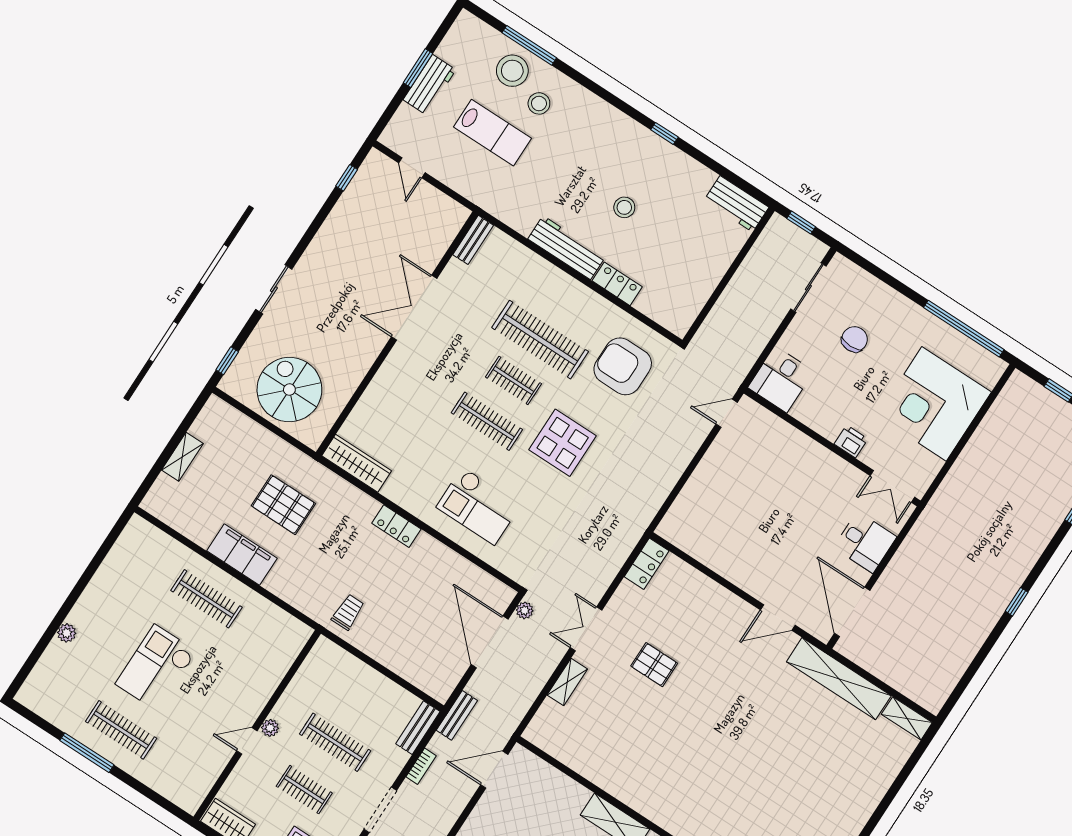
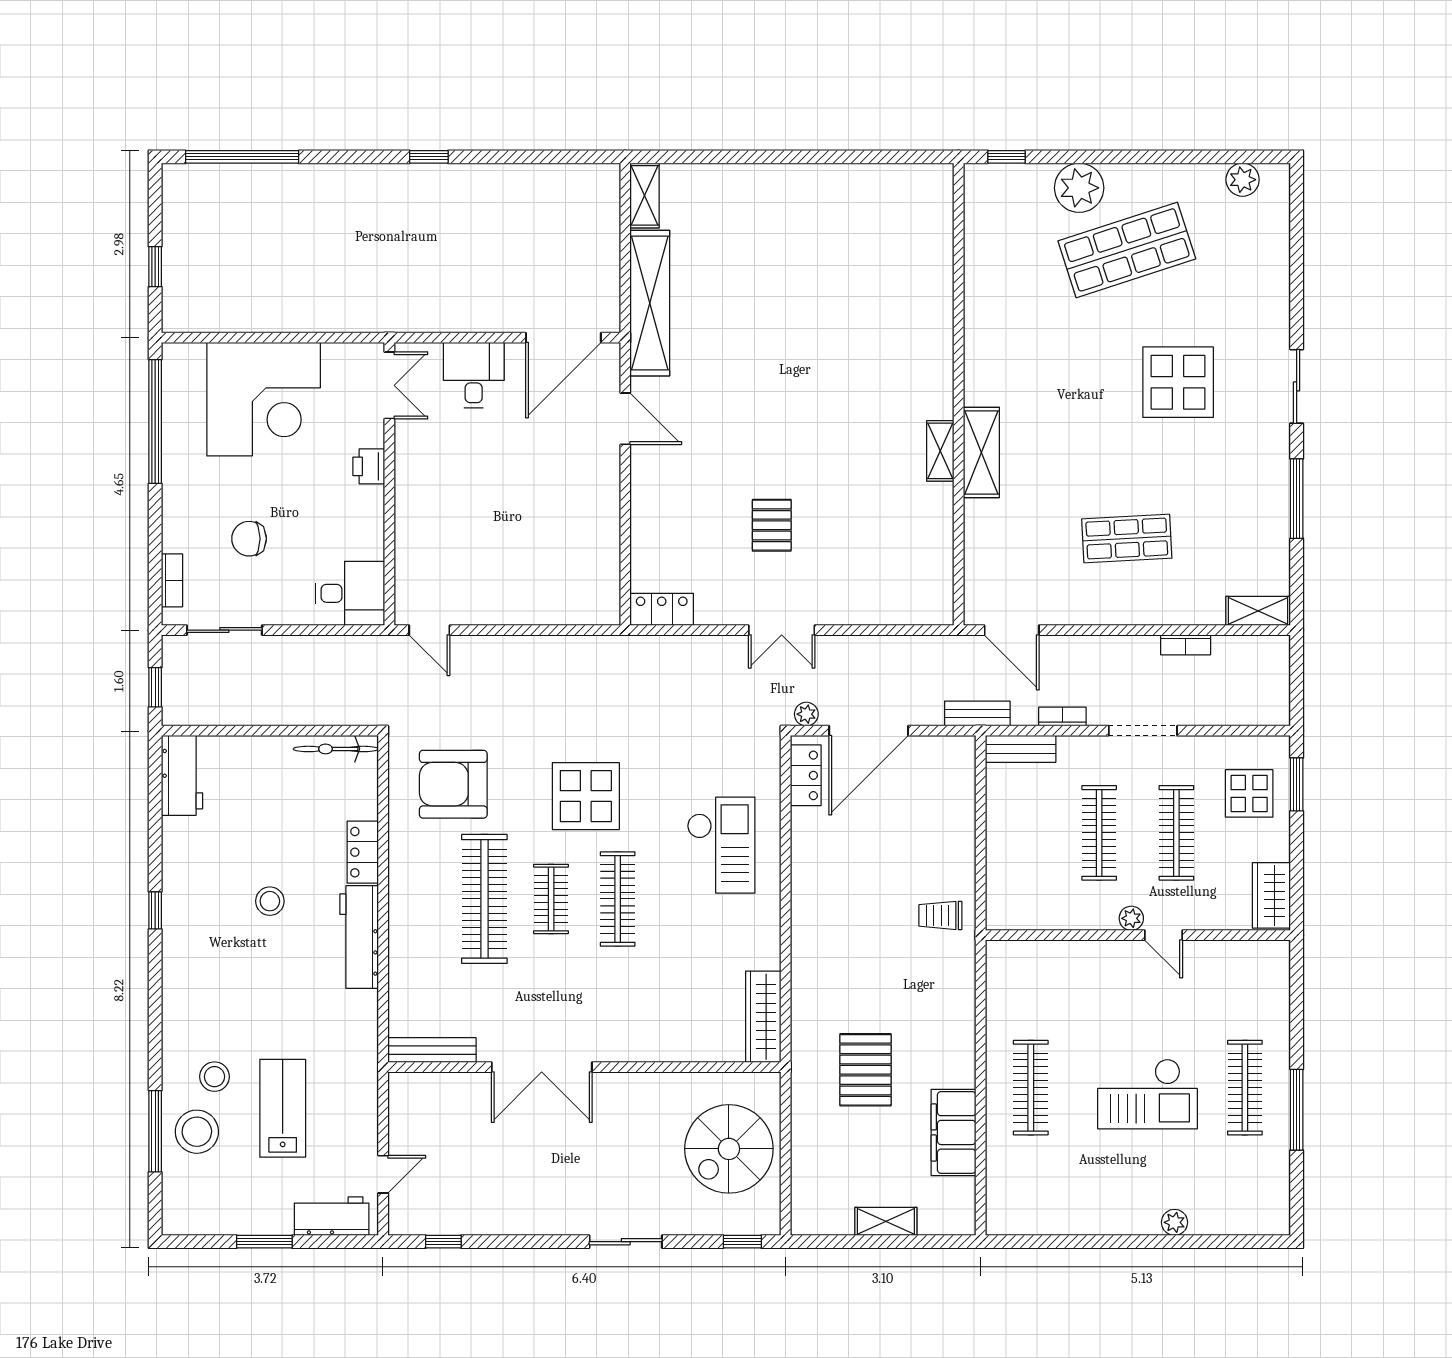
workbench: (429, 85) -> (332, 1216), moved
bench: (473, 240) -> (432, 1050), width x1.36
bookcase: (860, 276) -> (172, 580), added
bicycle: (691, 308) -> (336, 749), added
armchair: (623, 366) -> (453, 784), turned 90
locker: (396, 526) -> (806, 775), moved
filing cabinet: (242, 554) -> (953, 1132), moved
shelving: (567, 682) -> (940, 451), moved, turned 90
clothes rail: (304, 790) -> (1176, 833), width x1.36

